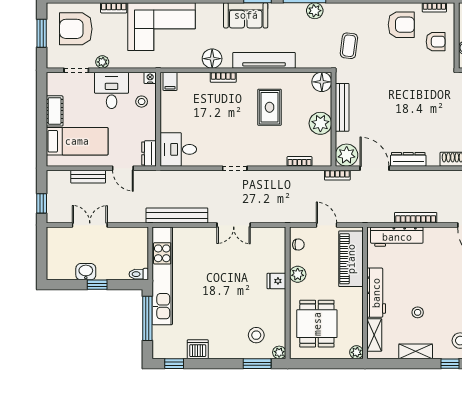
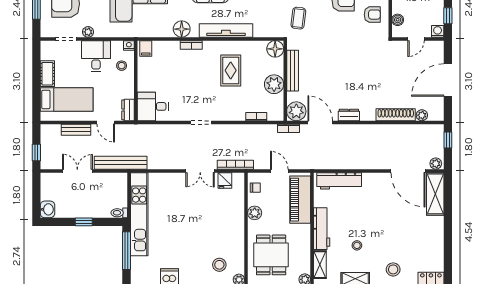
dresser: (408, 159) -> (349, 115), width x0.70
bench: (177, 215) -> (121, 163), moved
bookcase: (416, 218) -> (235, 165), moved
washbasin: (86, 272) -> (47, 209), moved, turned 90
fridge: (276, 281) -> (225, 180), moved, turned -90

